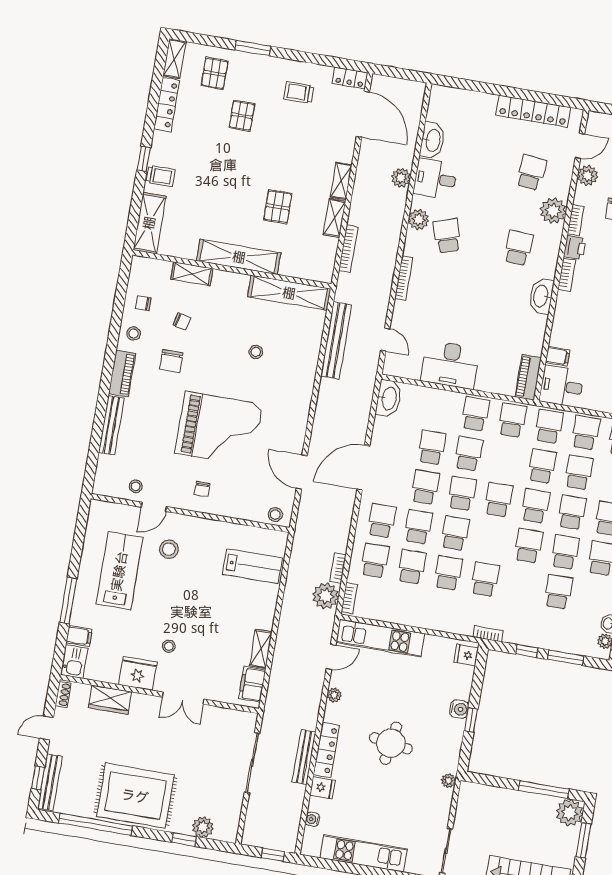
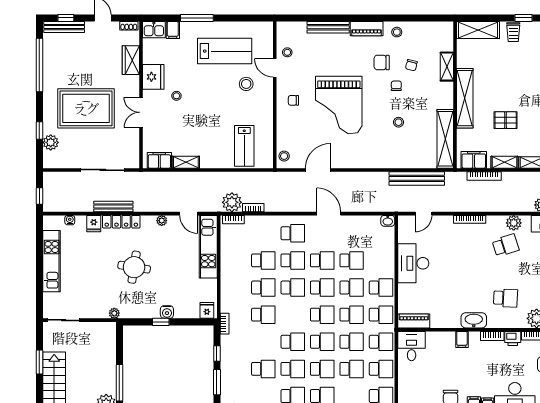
filing cabinet: (324, 259) -> (474, 160), added
chair: (143, 303) -> (396, 86), moved
filing cabinet: (558, 356) -> (462, 339), moved
washbasin: (389, 398) -> (388, 221), width x0.52, depth x0.69
door: (363, 468) -> (329, 214), width x0.73
school desk: (375, 561) -> (352, 315), moved
rug: (135, 796) -> (86, 108), moved, turned 90

